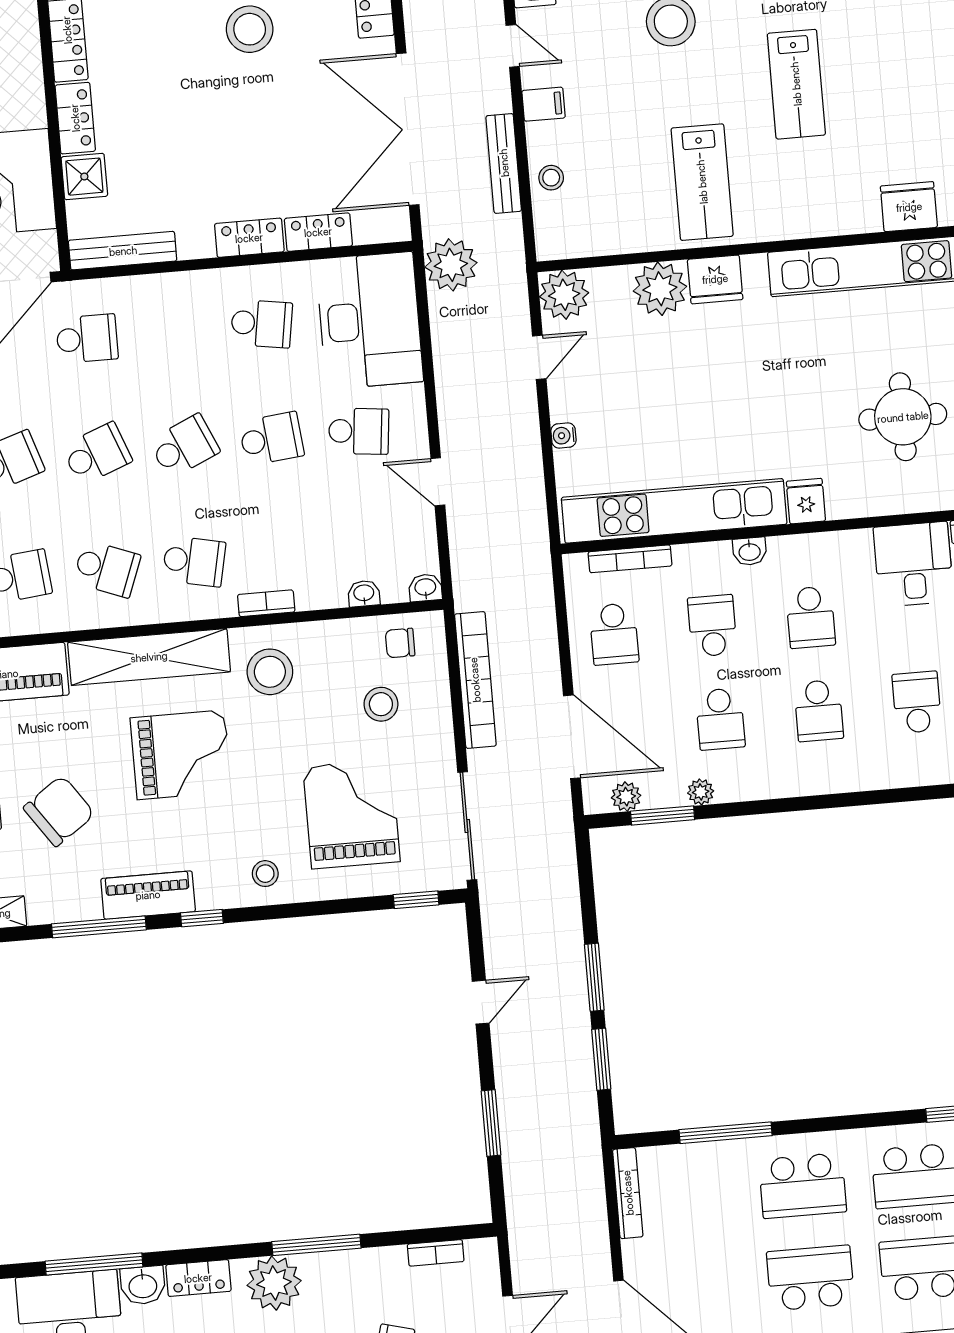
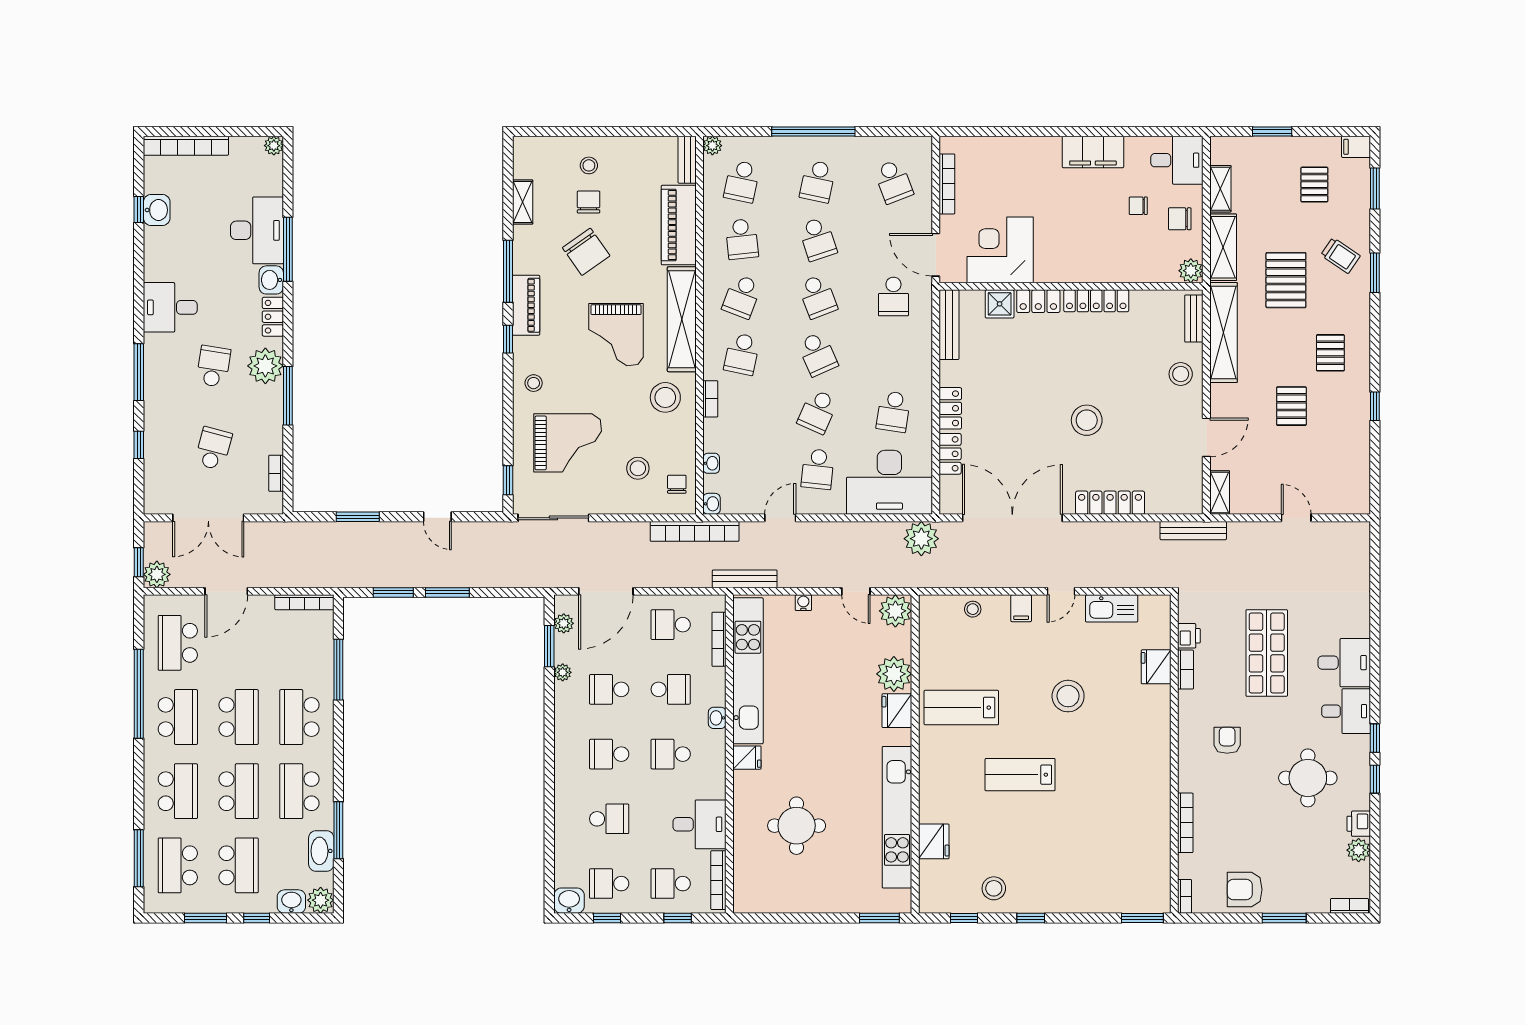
bench: (504, 163) -> (745, 579), moved
school desk: (271, 439) -> (818, 412), turned 30
bookcase: (475, 680) -> (695, 531), moved

